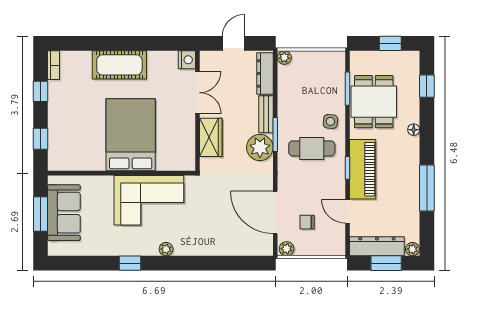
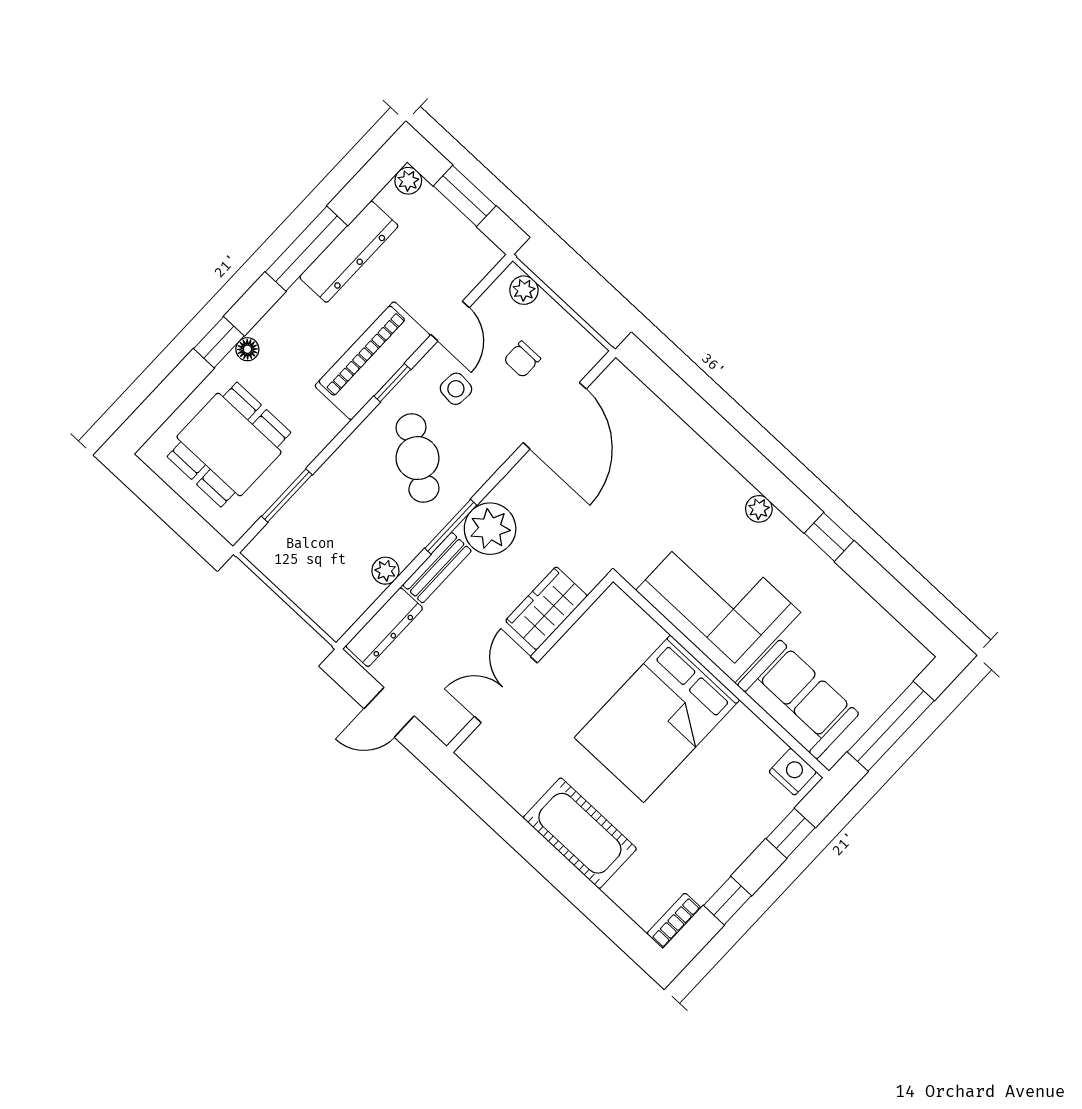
window: (390, 43) -> (166, 503), removed
plant: (284, 57) -> (385, 571), moved
nightstand: (187, 60) -> (793, 772), moved, turned 90
window: (427, 86) -> (219, 342), moved
dining table: (374, 102) -> (229, 445), moved
side table: (330, 121) -> (456, 389), moved
cafe table: (312, 148) -> (417, 458), turned 35
sofa: (64, 213) -> (798, 699), moved, turned 90
window: (41, 214) -> (891, 726), width x1.44
chair: (307, 222) -> (522, 359), turned 90
dresser: (377, 246) -> (349, 252), moved, turned -90
plant: (287, 249) -> (524, 290), moved

